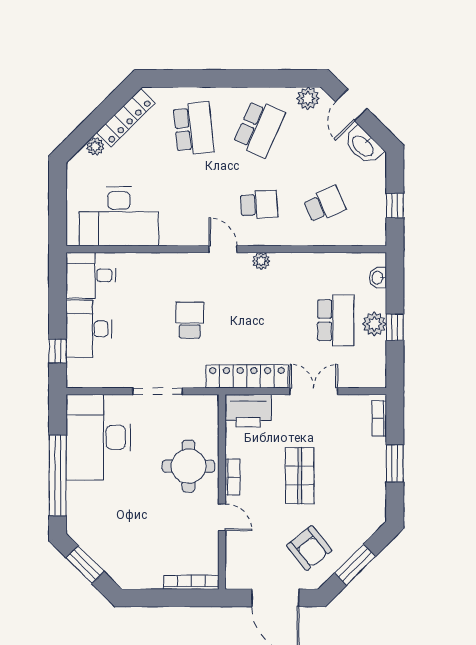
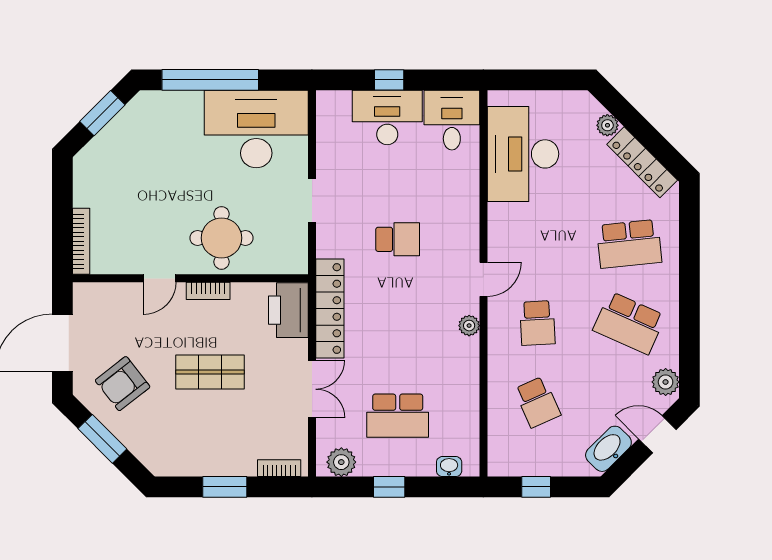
plant: (374, 324) -> (341, 462), moved
window: (58, 351) -> (389, 80), moved
doorway: (158, 391) -> (312, 201), width x0.73

